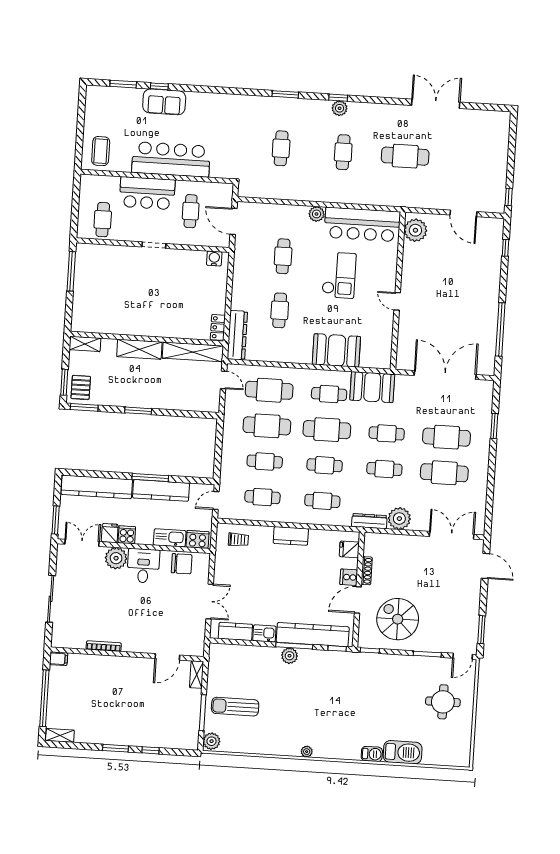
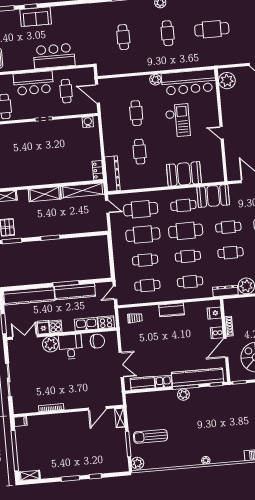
bar counter: (171, 159) -> (54, 56), width x0.73

